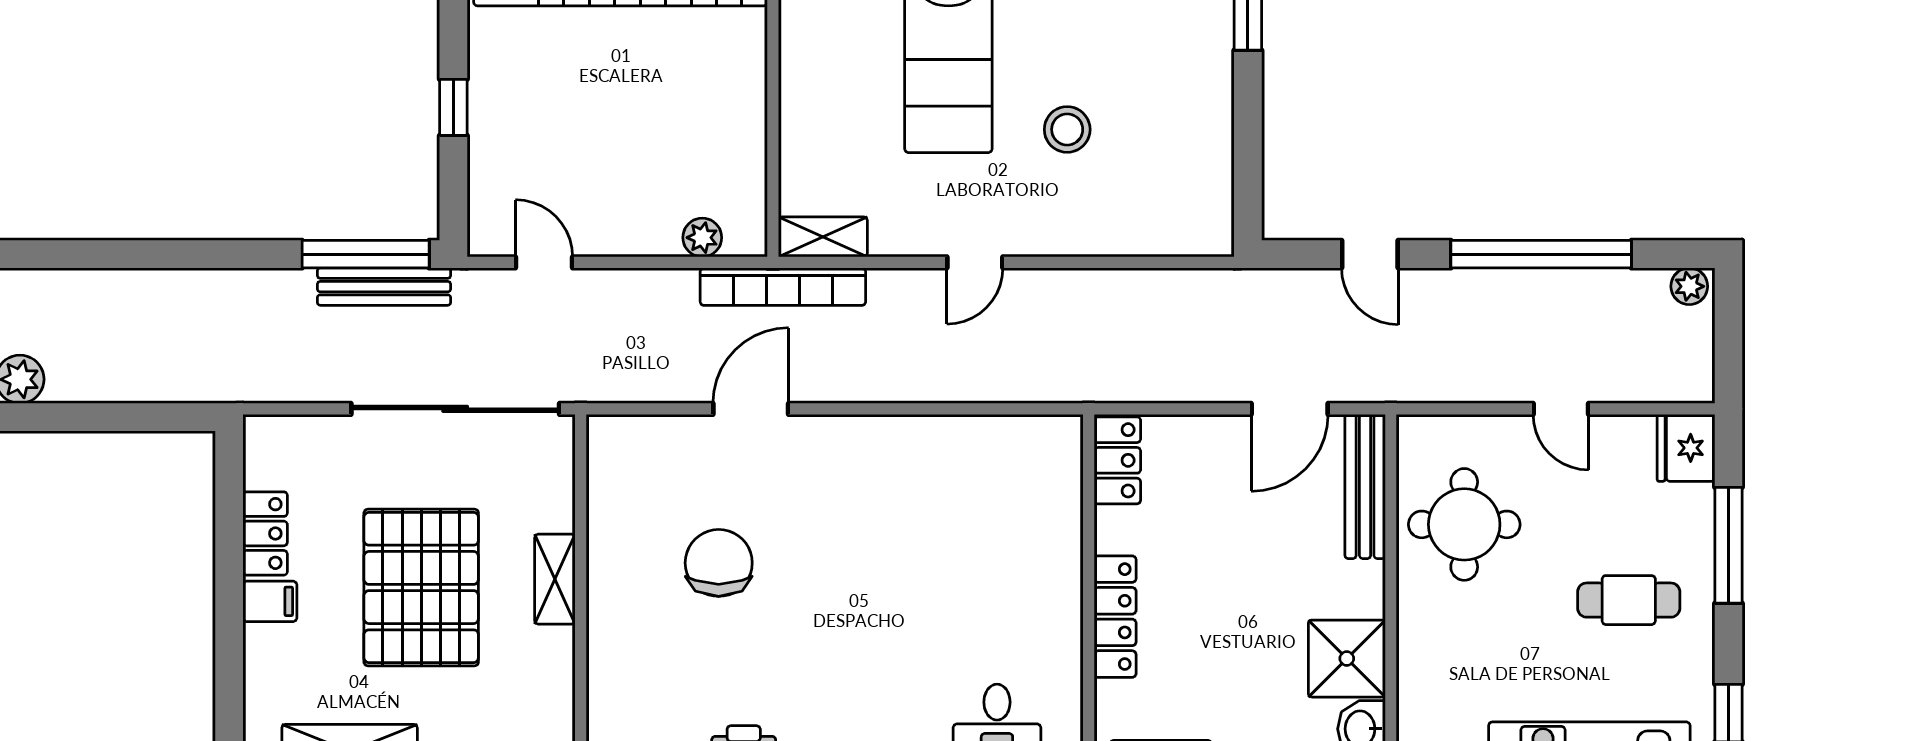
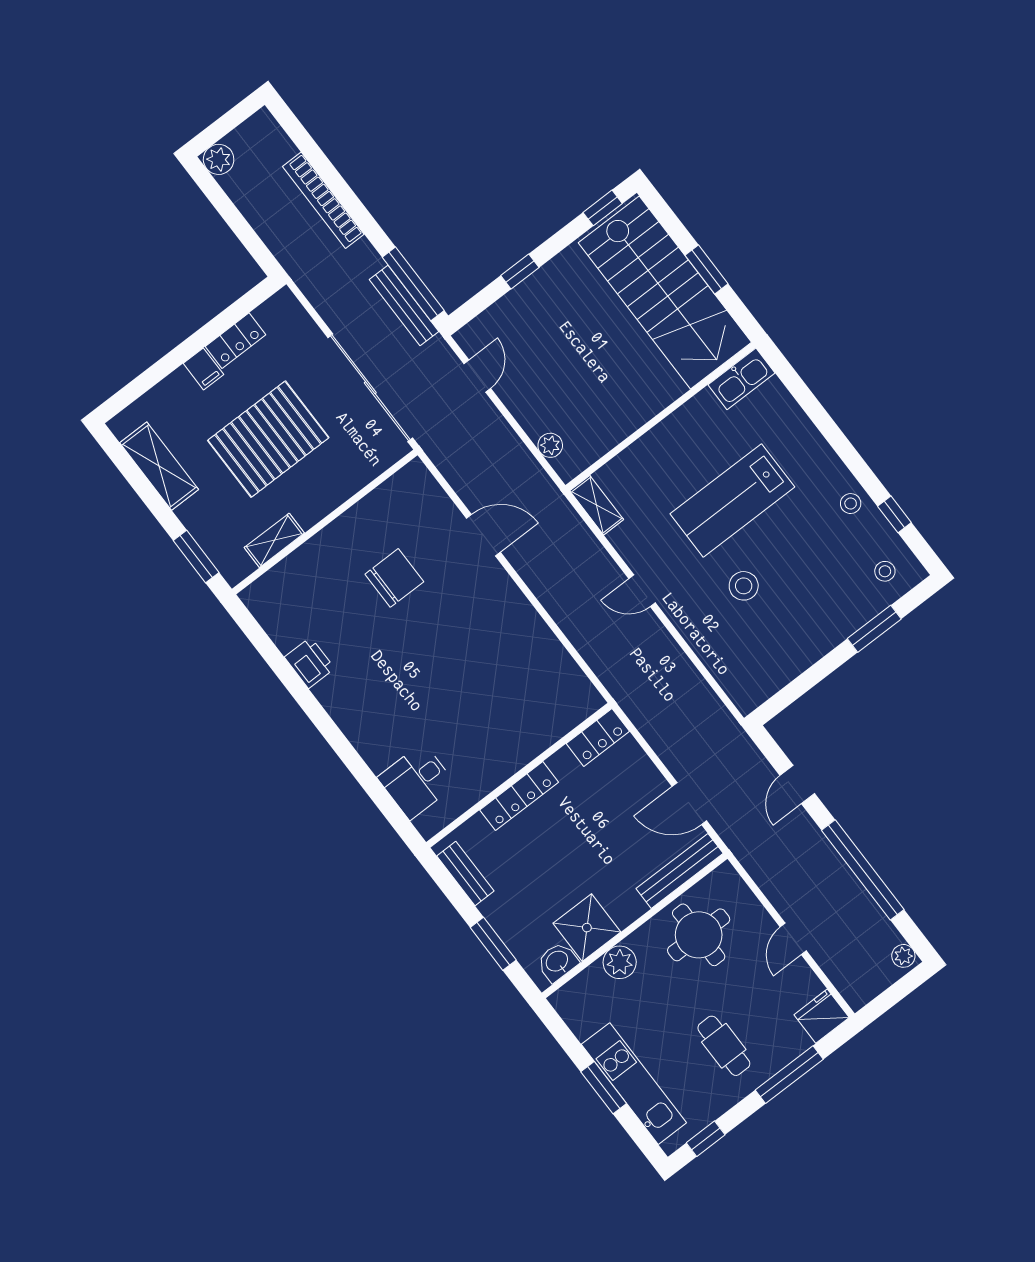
bookcase: (783, 287) -> (323, 200), moved
shelving: (555, 579) -> (274, 540), moved
plant: (1422, 651) -> (620, 962), added

